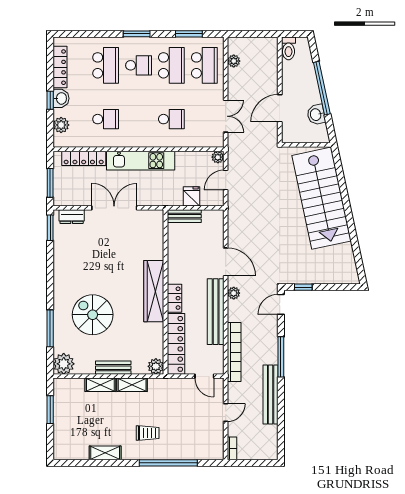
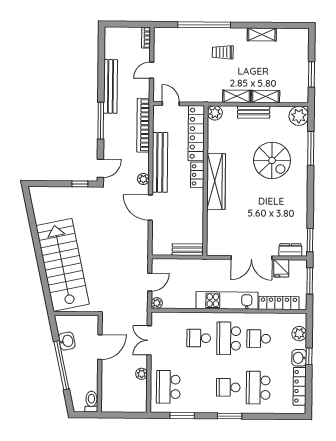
plant: (234, 61) -> (142, 374), moved
school desk: (171, 65) -> (229, 338), moved
fridge: (191, 196) -> (281, 268), moved

